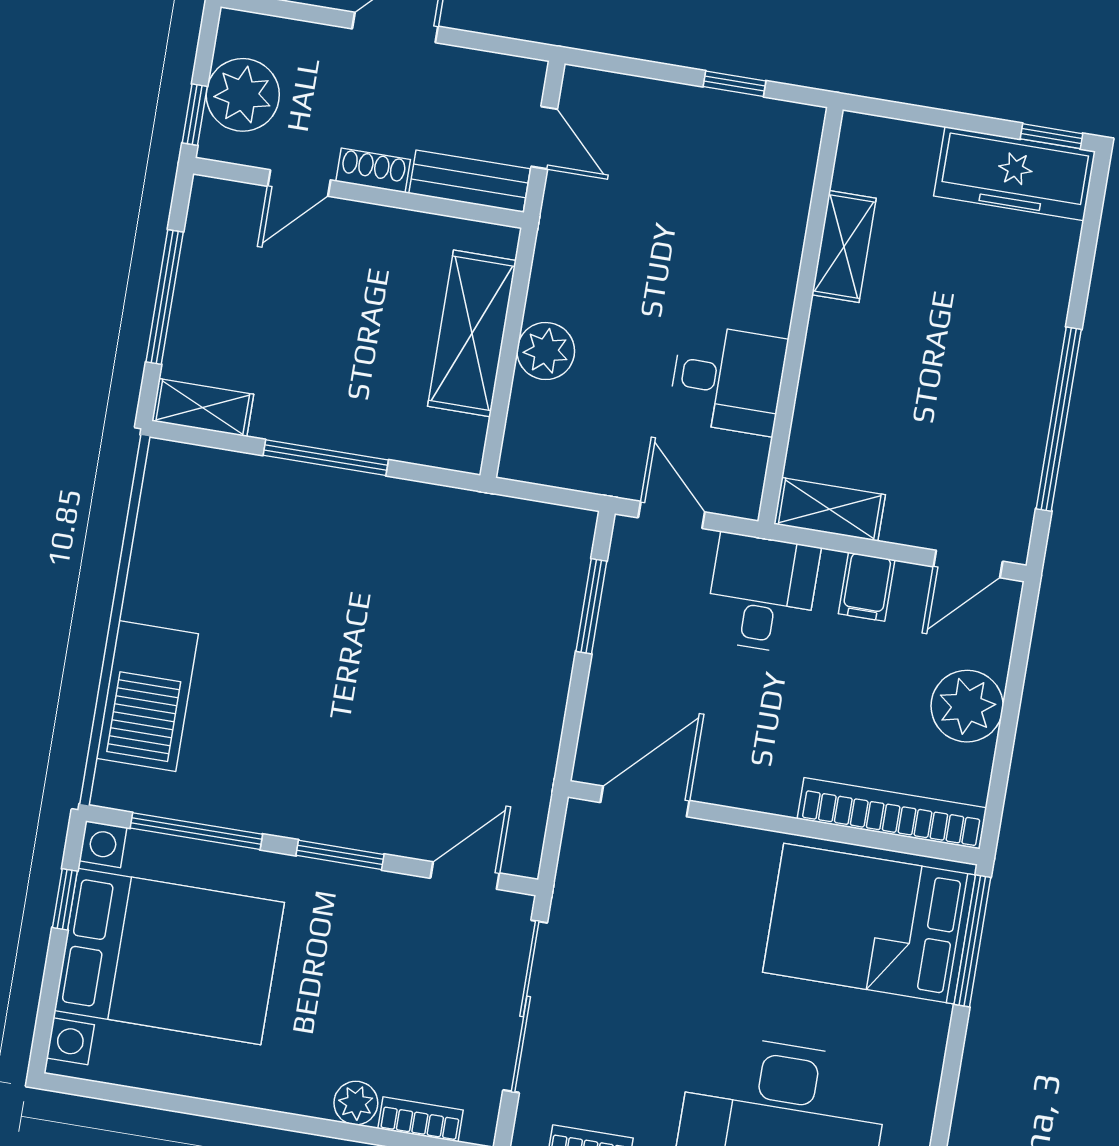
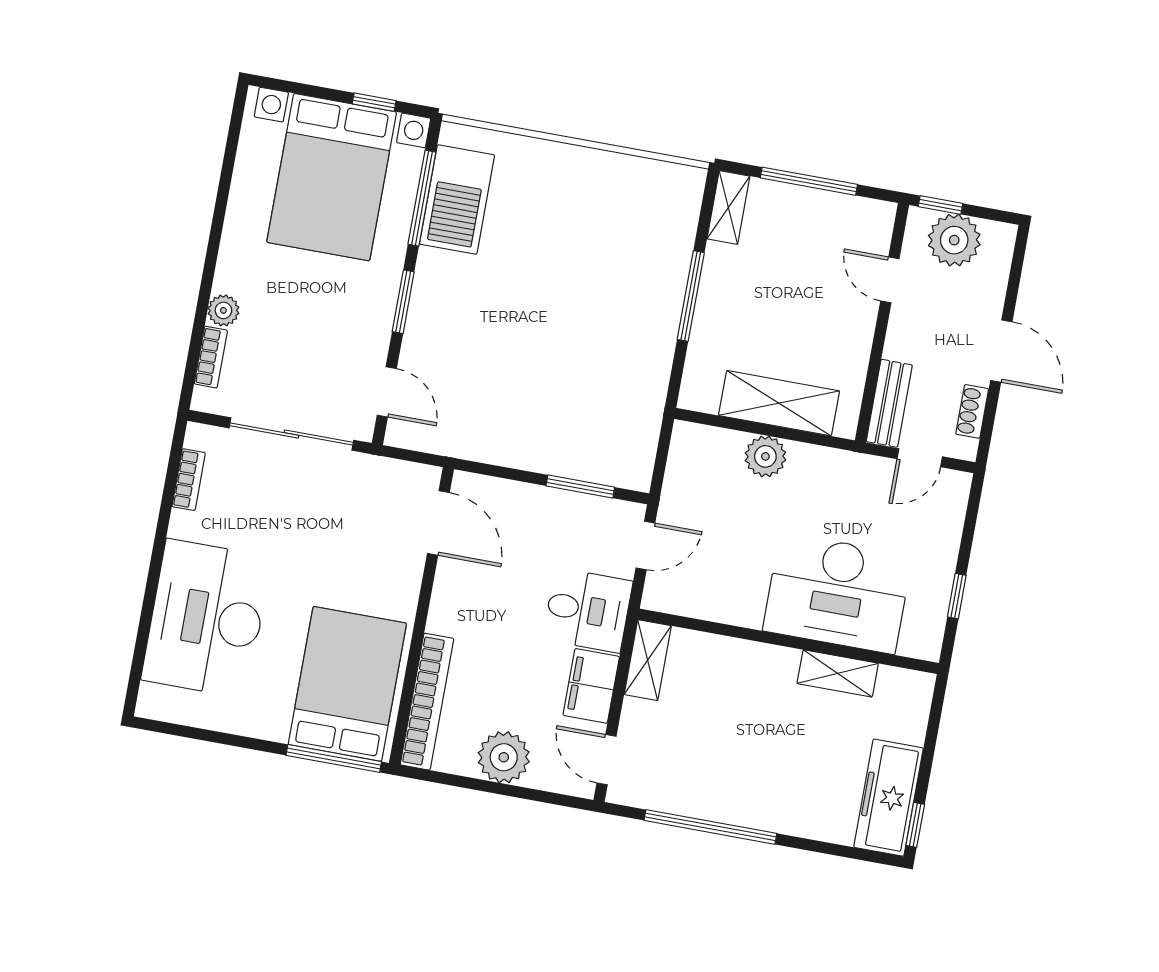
shoe rack: (373, 170) -> (972, 411), moved, turned 180
desk: (728, 379) -> (837, 593), moved, width x1.87, depth x1.30
filing cabinet: (867, 587) -> (591, 686), width x2.00
barbecue: (147, 696) -> (457, 200), moved, turned -90

